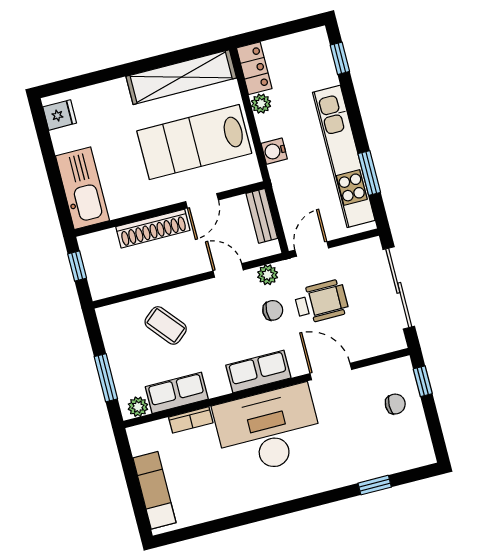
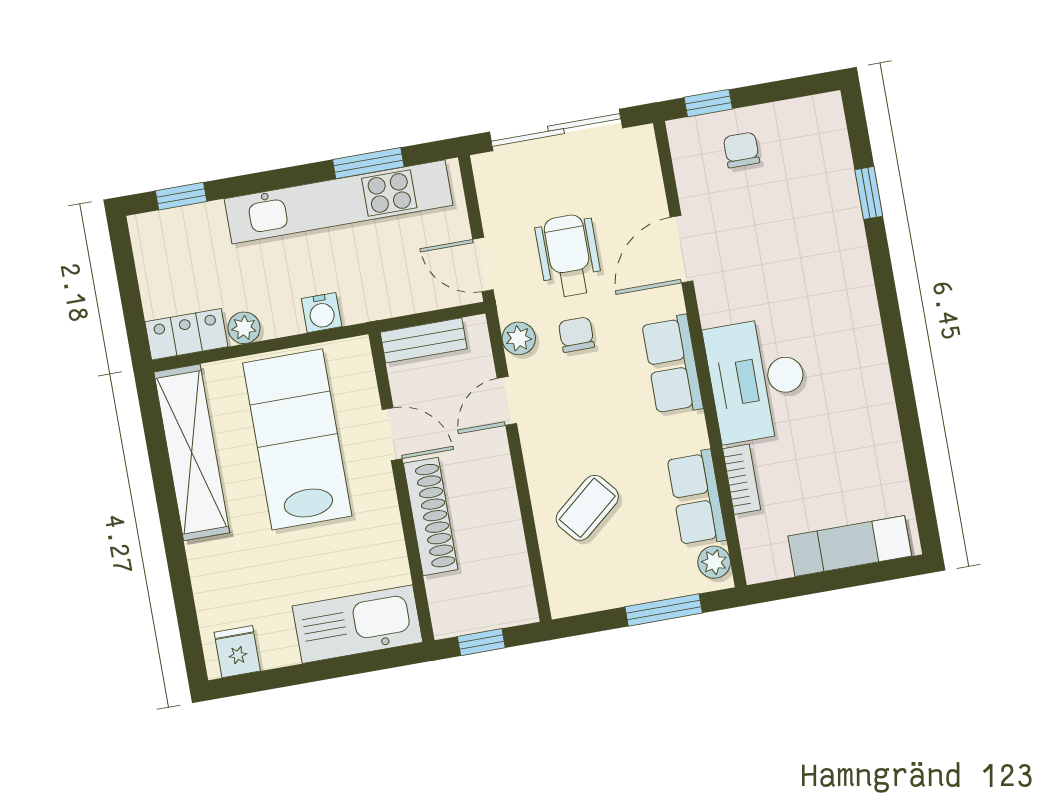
lab bench: (194, 142) -> (297, 439), turned 180
desk: (268, 430) -> (757, 380), width x0.73, depth x0.77

